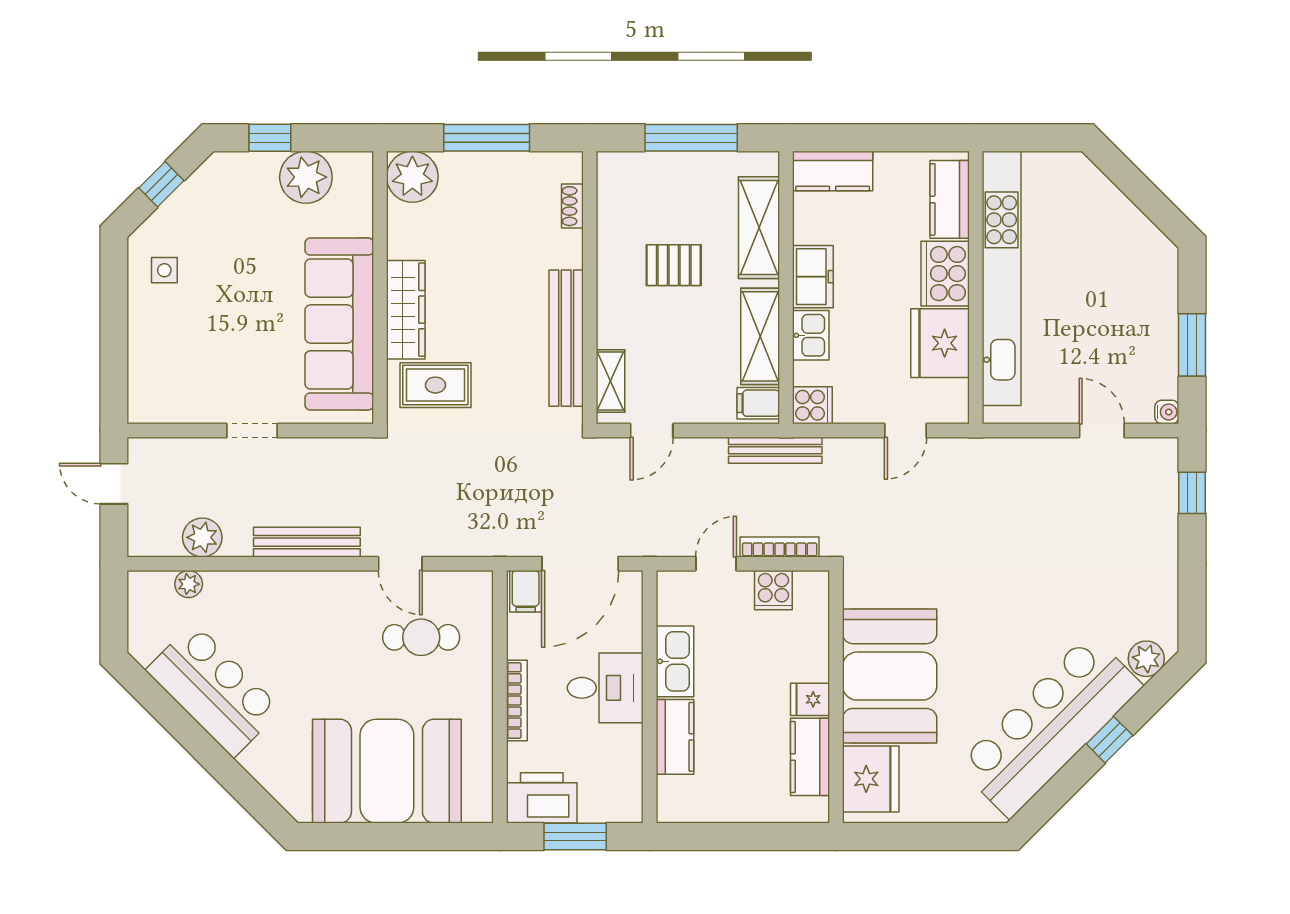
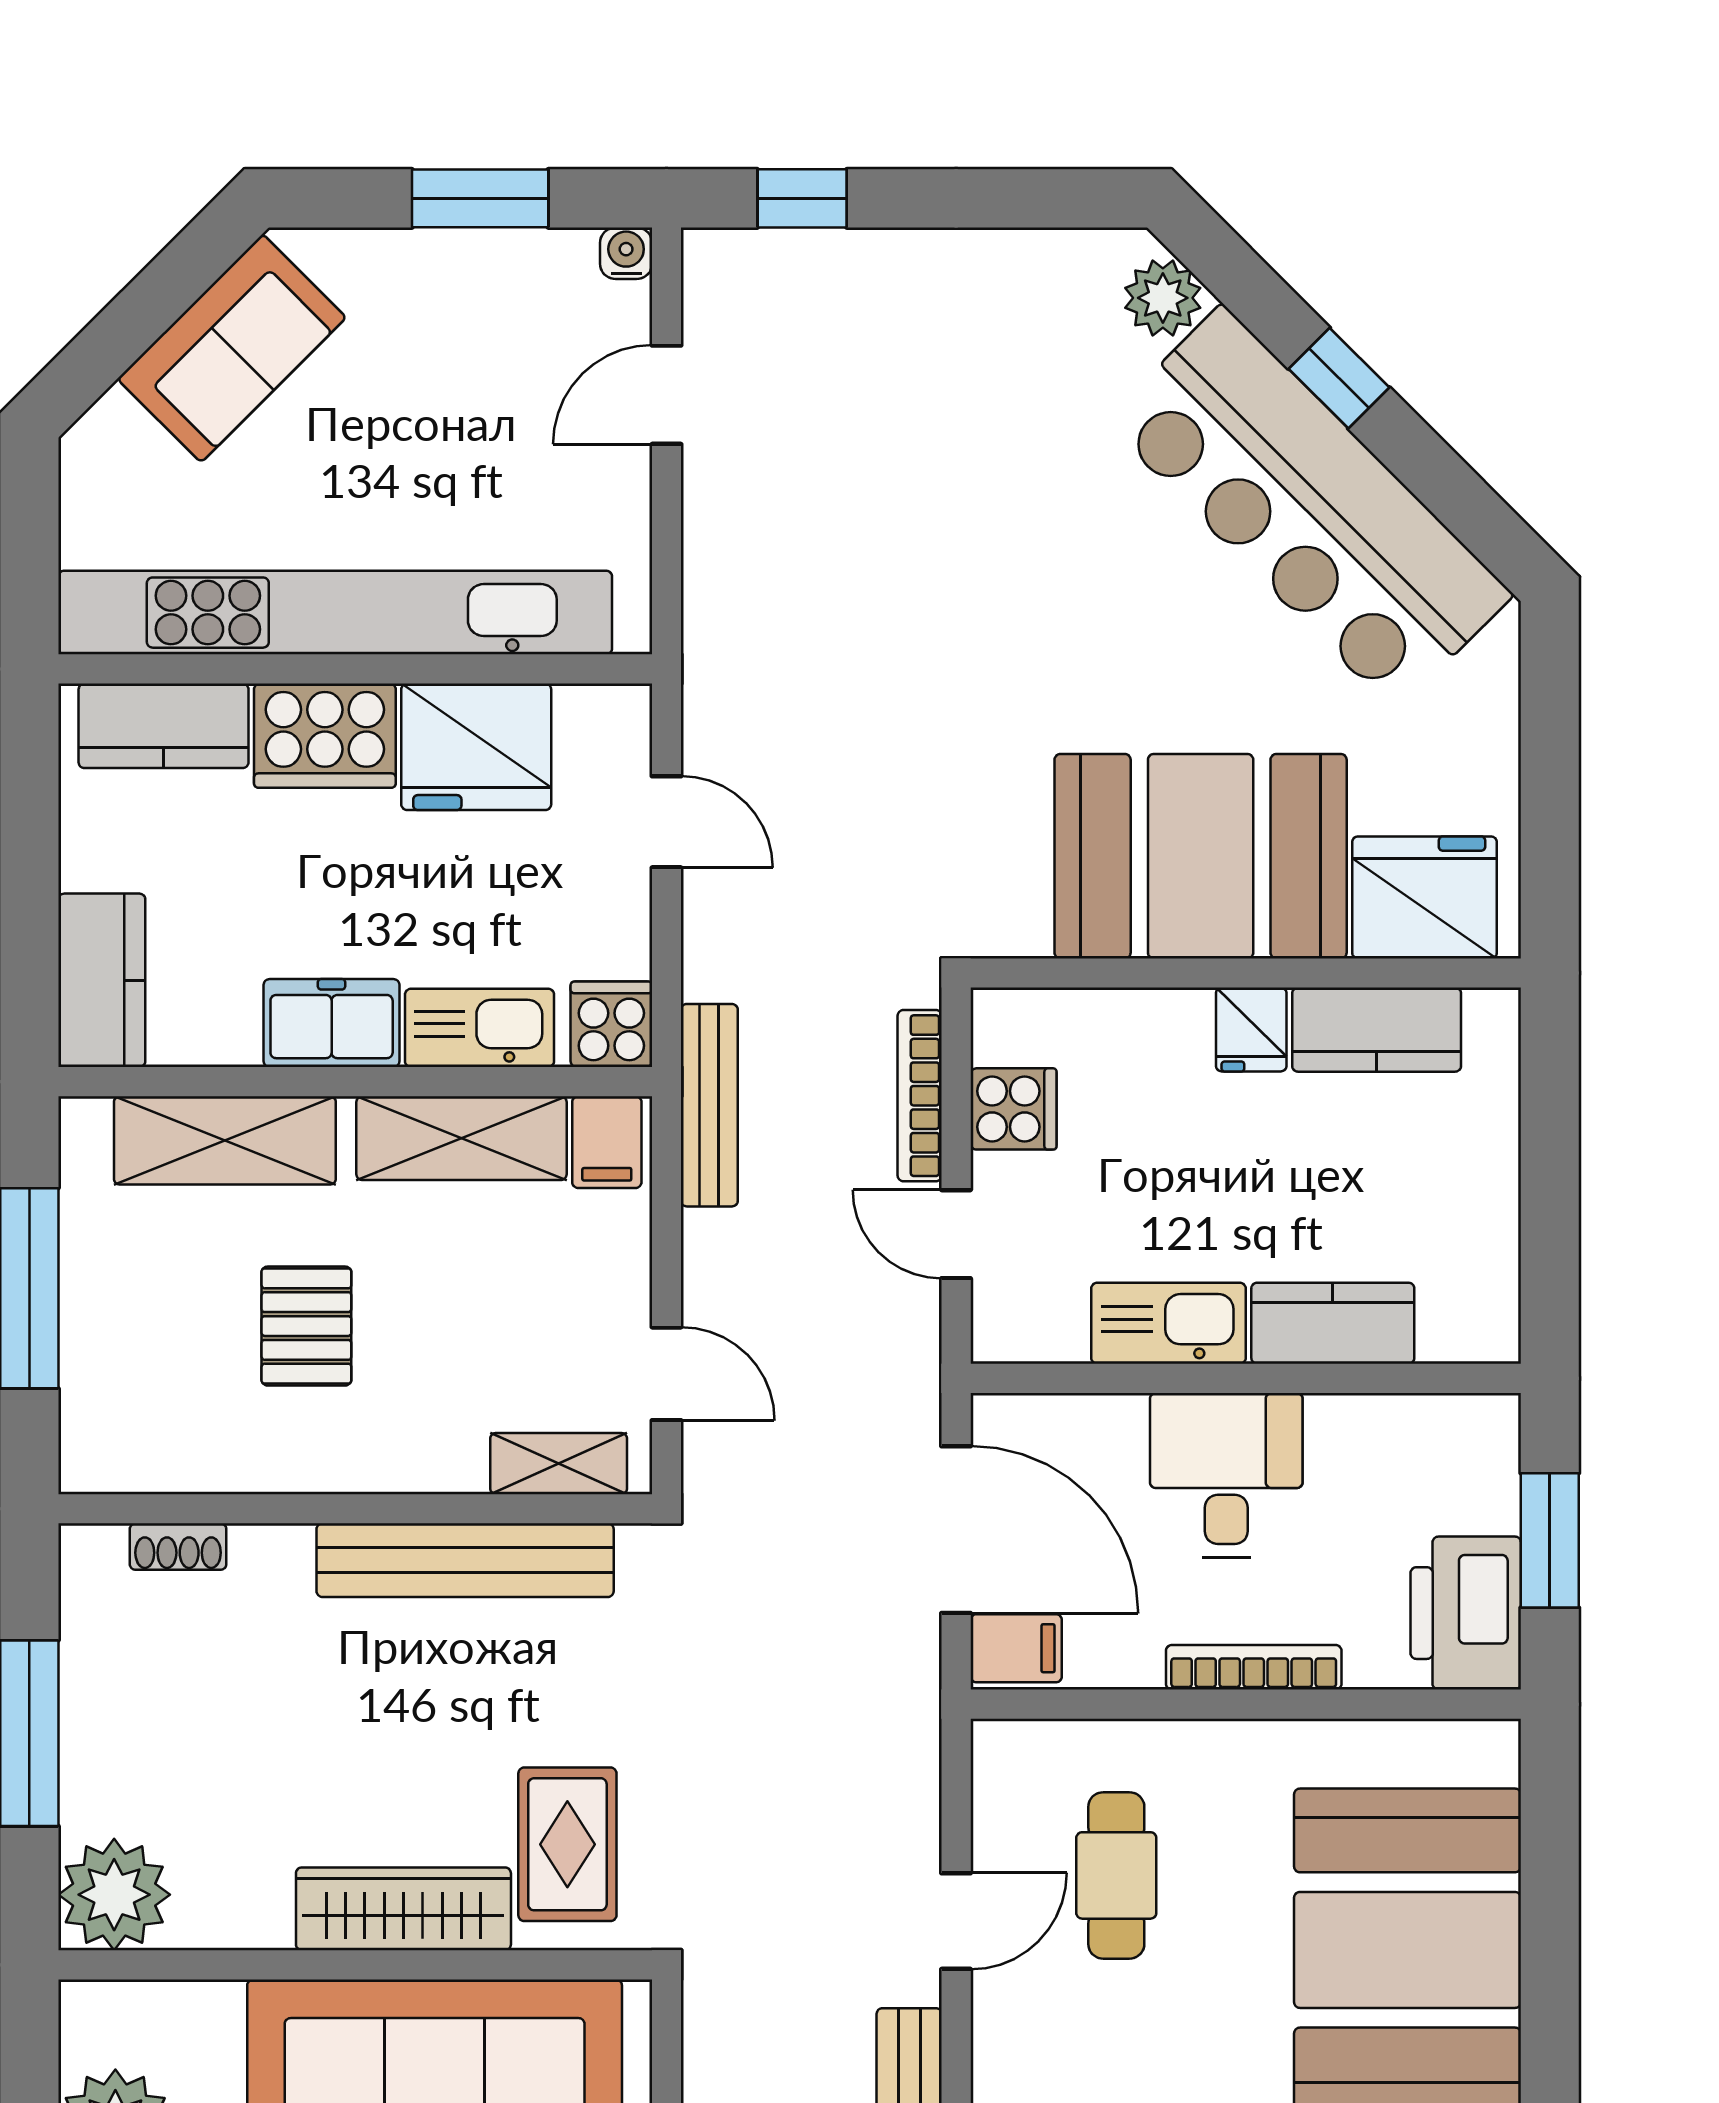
sofa: (1123, 231) -> (232, 348), added
kitchen sink: (811, 335) -> (480, 1028), width x1.38

